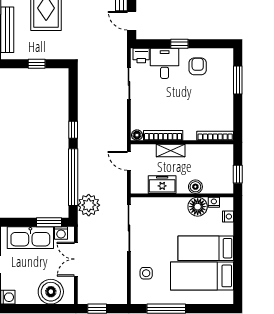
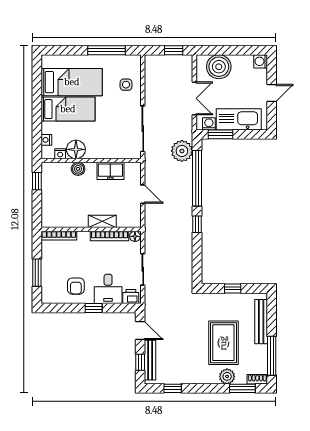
floor lamp: (137, 135) -> (135, 236), moved
bookcase: (163, 135) -> (110, 236), moved
bookcase: (215, 136) -> (59, 236), moved
wall: (182, 142) -> (91, 229), moved
shelving: (171, 150) -> (102, 221), moved

